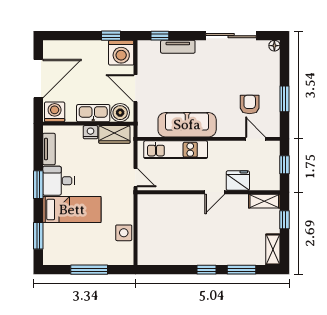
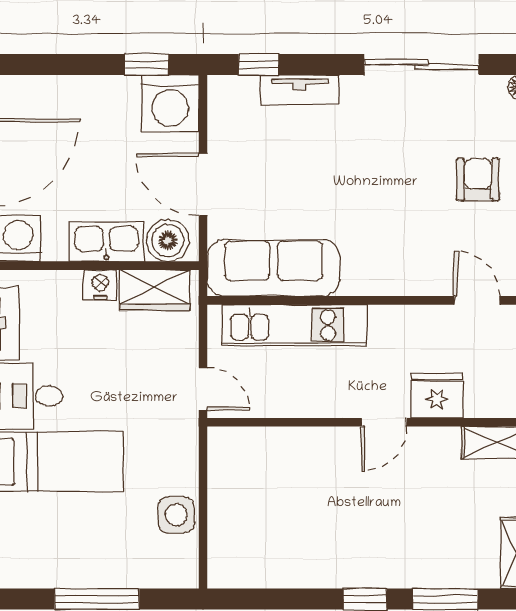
armchair: (250, 104) -> (478, 180), moved
sofa: (187, 125) -> (273, 268), moved

